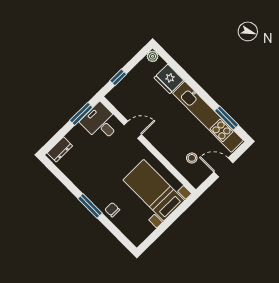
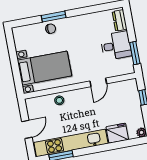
desk: (101, 123) -> (116, 46), moved
stool: (192, 158) -> (59, 100), moved
window: (90, 206) -> (54, 17), moved

